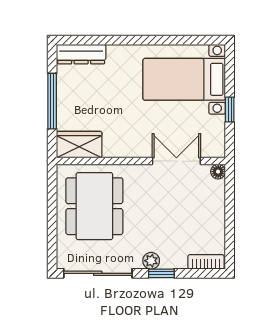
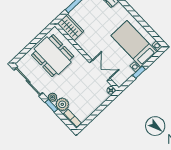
dining table: (94, 206) -> (53, 56), turned 90
plant: (174, 257) -> (62, 104), added

